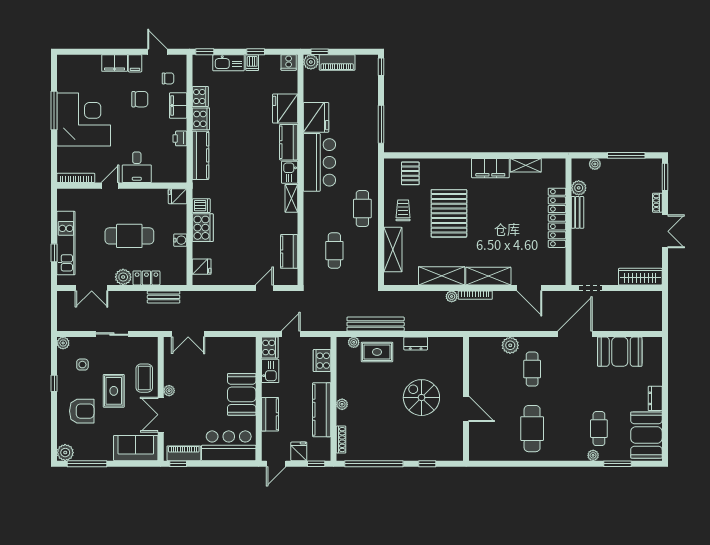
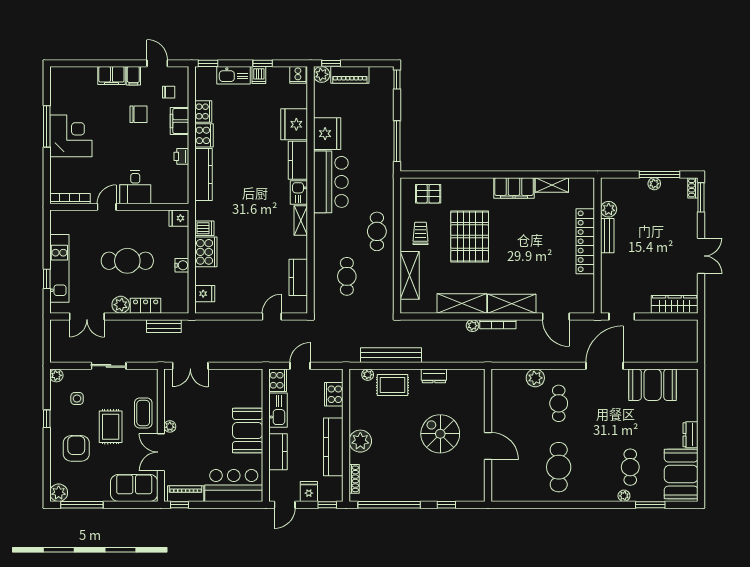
corner desk: (84, 119) -> (71, 136), width x0.74, depth x0.74
plant: (595, 164) -> (654, 184), moved
pallet: (410, 173) -> (428, 194), turned 90
shoe rack: (657, 203) -> (693, 188), moved
kitchen sink: (270, 371) -> (278, 410), width x1.38
plant: (342, 404) -> (360, 441), width x1.88, depth x1.88
armchair: (82, 411) -> (76, 448), turned -90

